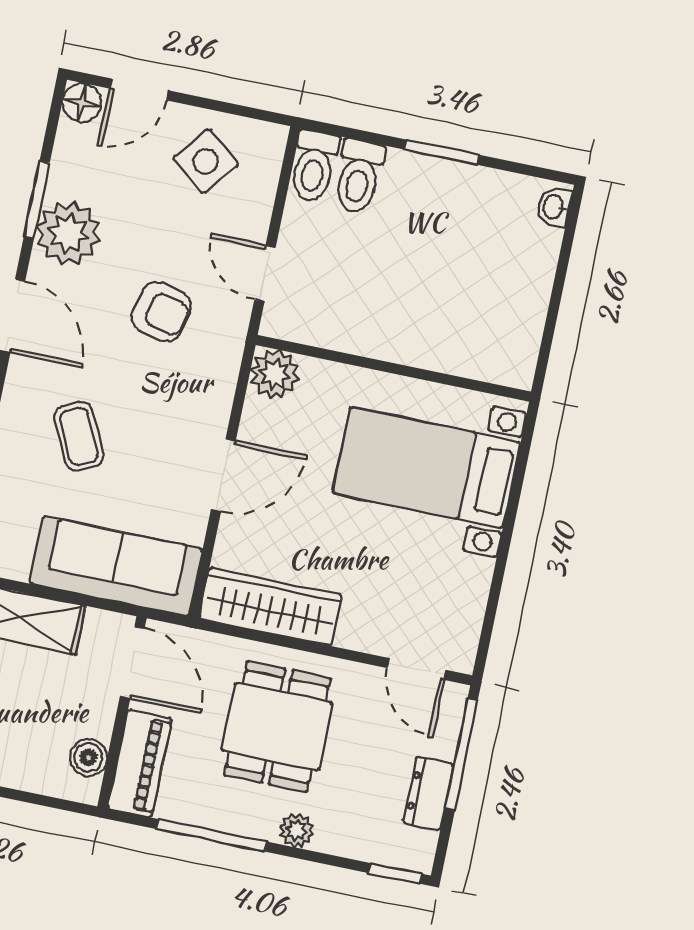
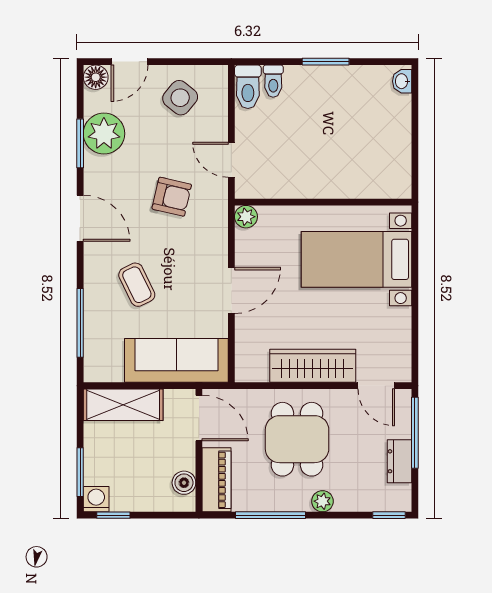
toilet: (359, 176) -> (273, 81), width x0.73, depth x0.72
plant: (68, 233) -> (104, 134), moved
plant: (275, 374) -> (246, 217), width x0.73, depth x0.73
wardrobe: (270, 607) -> (313, 366), moved

